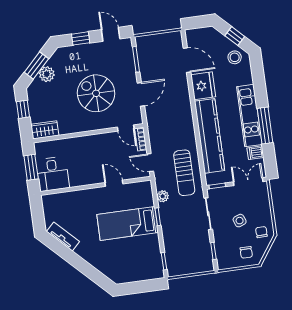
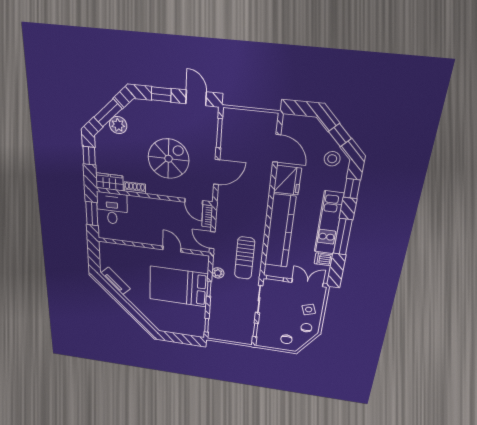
window: (259, 79) -> (352, 189), added
spiral stairs: (96, 93) -> (169, 159), turned 90
shoe rack: (69, 129) -> (135, 188), added
desk: (53, 174) -> (112, 208), moved, turned 180
side table: (240, 221) -> (309, 310), moved
bed: (128, 224) -> (179, 287), width x1.50

